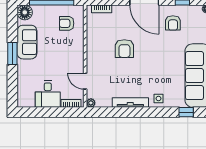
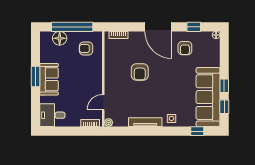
floor lamp: (25, 12) -> (60, 38), moved
sofa: (27, 42) -> (49, 79), moved
door: (85, 81) -> (103, 102), hinge flipped
desk: (48, 94) -> (52, 115), moved, turned 90

